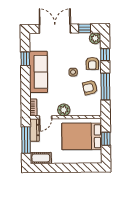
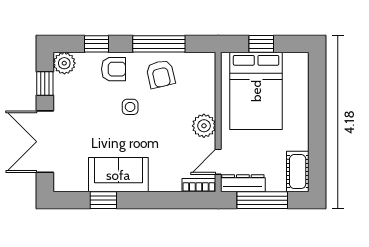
sofa: (38, 72) -> (118, 175), width x0.73
door: (45, 117) -> (218, 162), swing flipped

